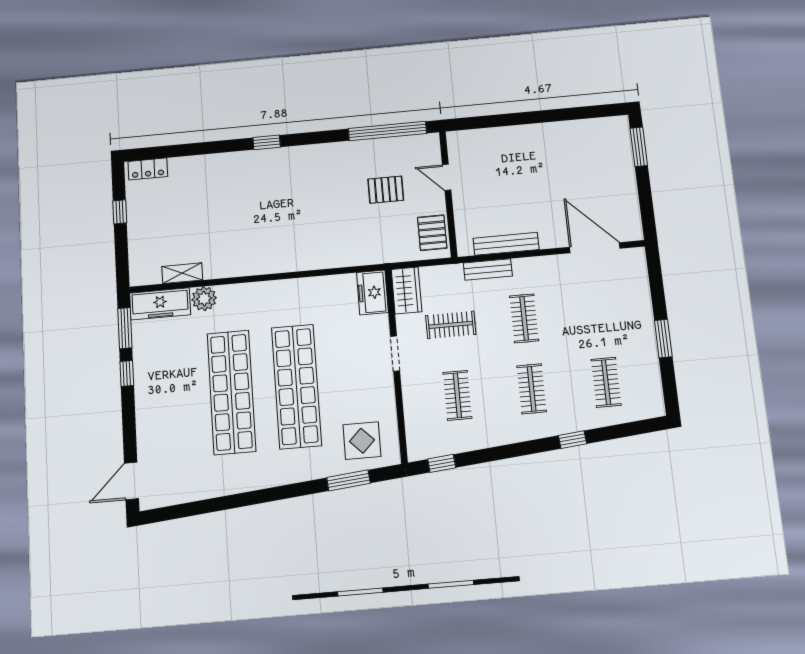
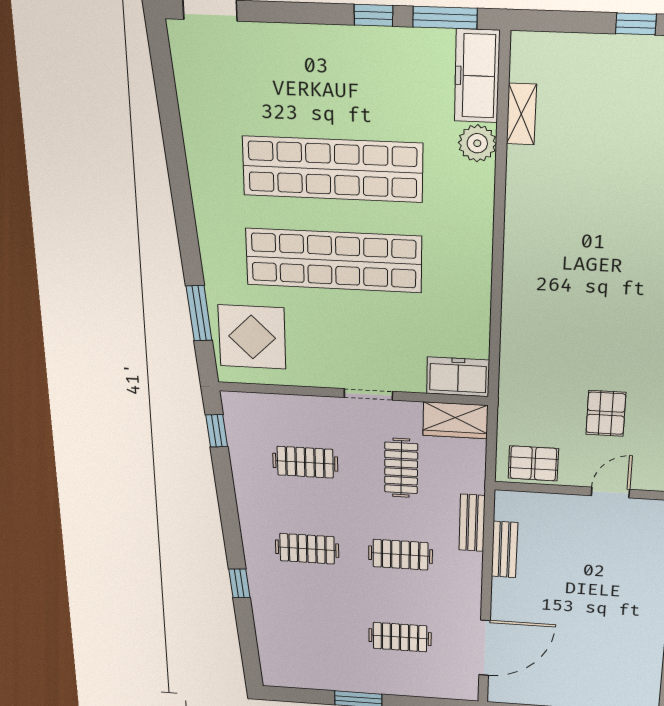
bench: (506, 244) -> (504, 549), width x0.73
clothes rail: (606, 382) -> (400, 637), moved
display table: (362, 441) -> (252, 337), width x1.36, depth x1.36

